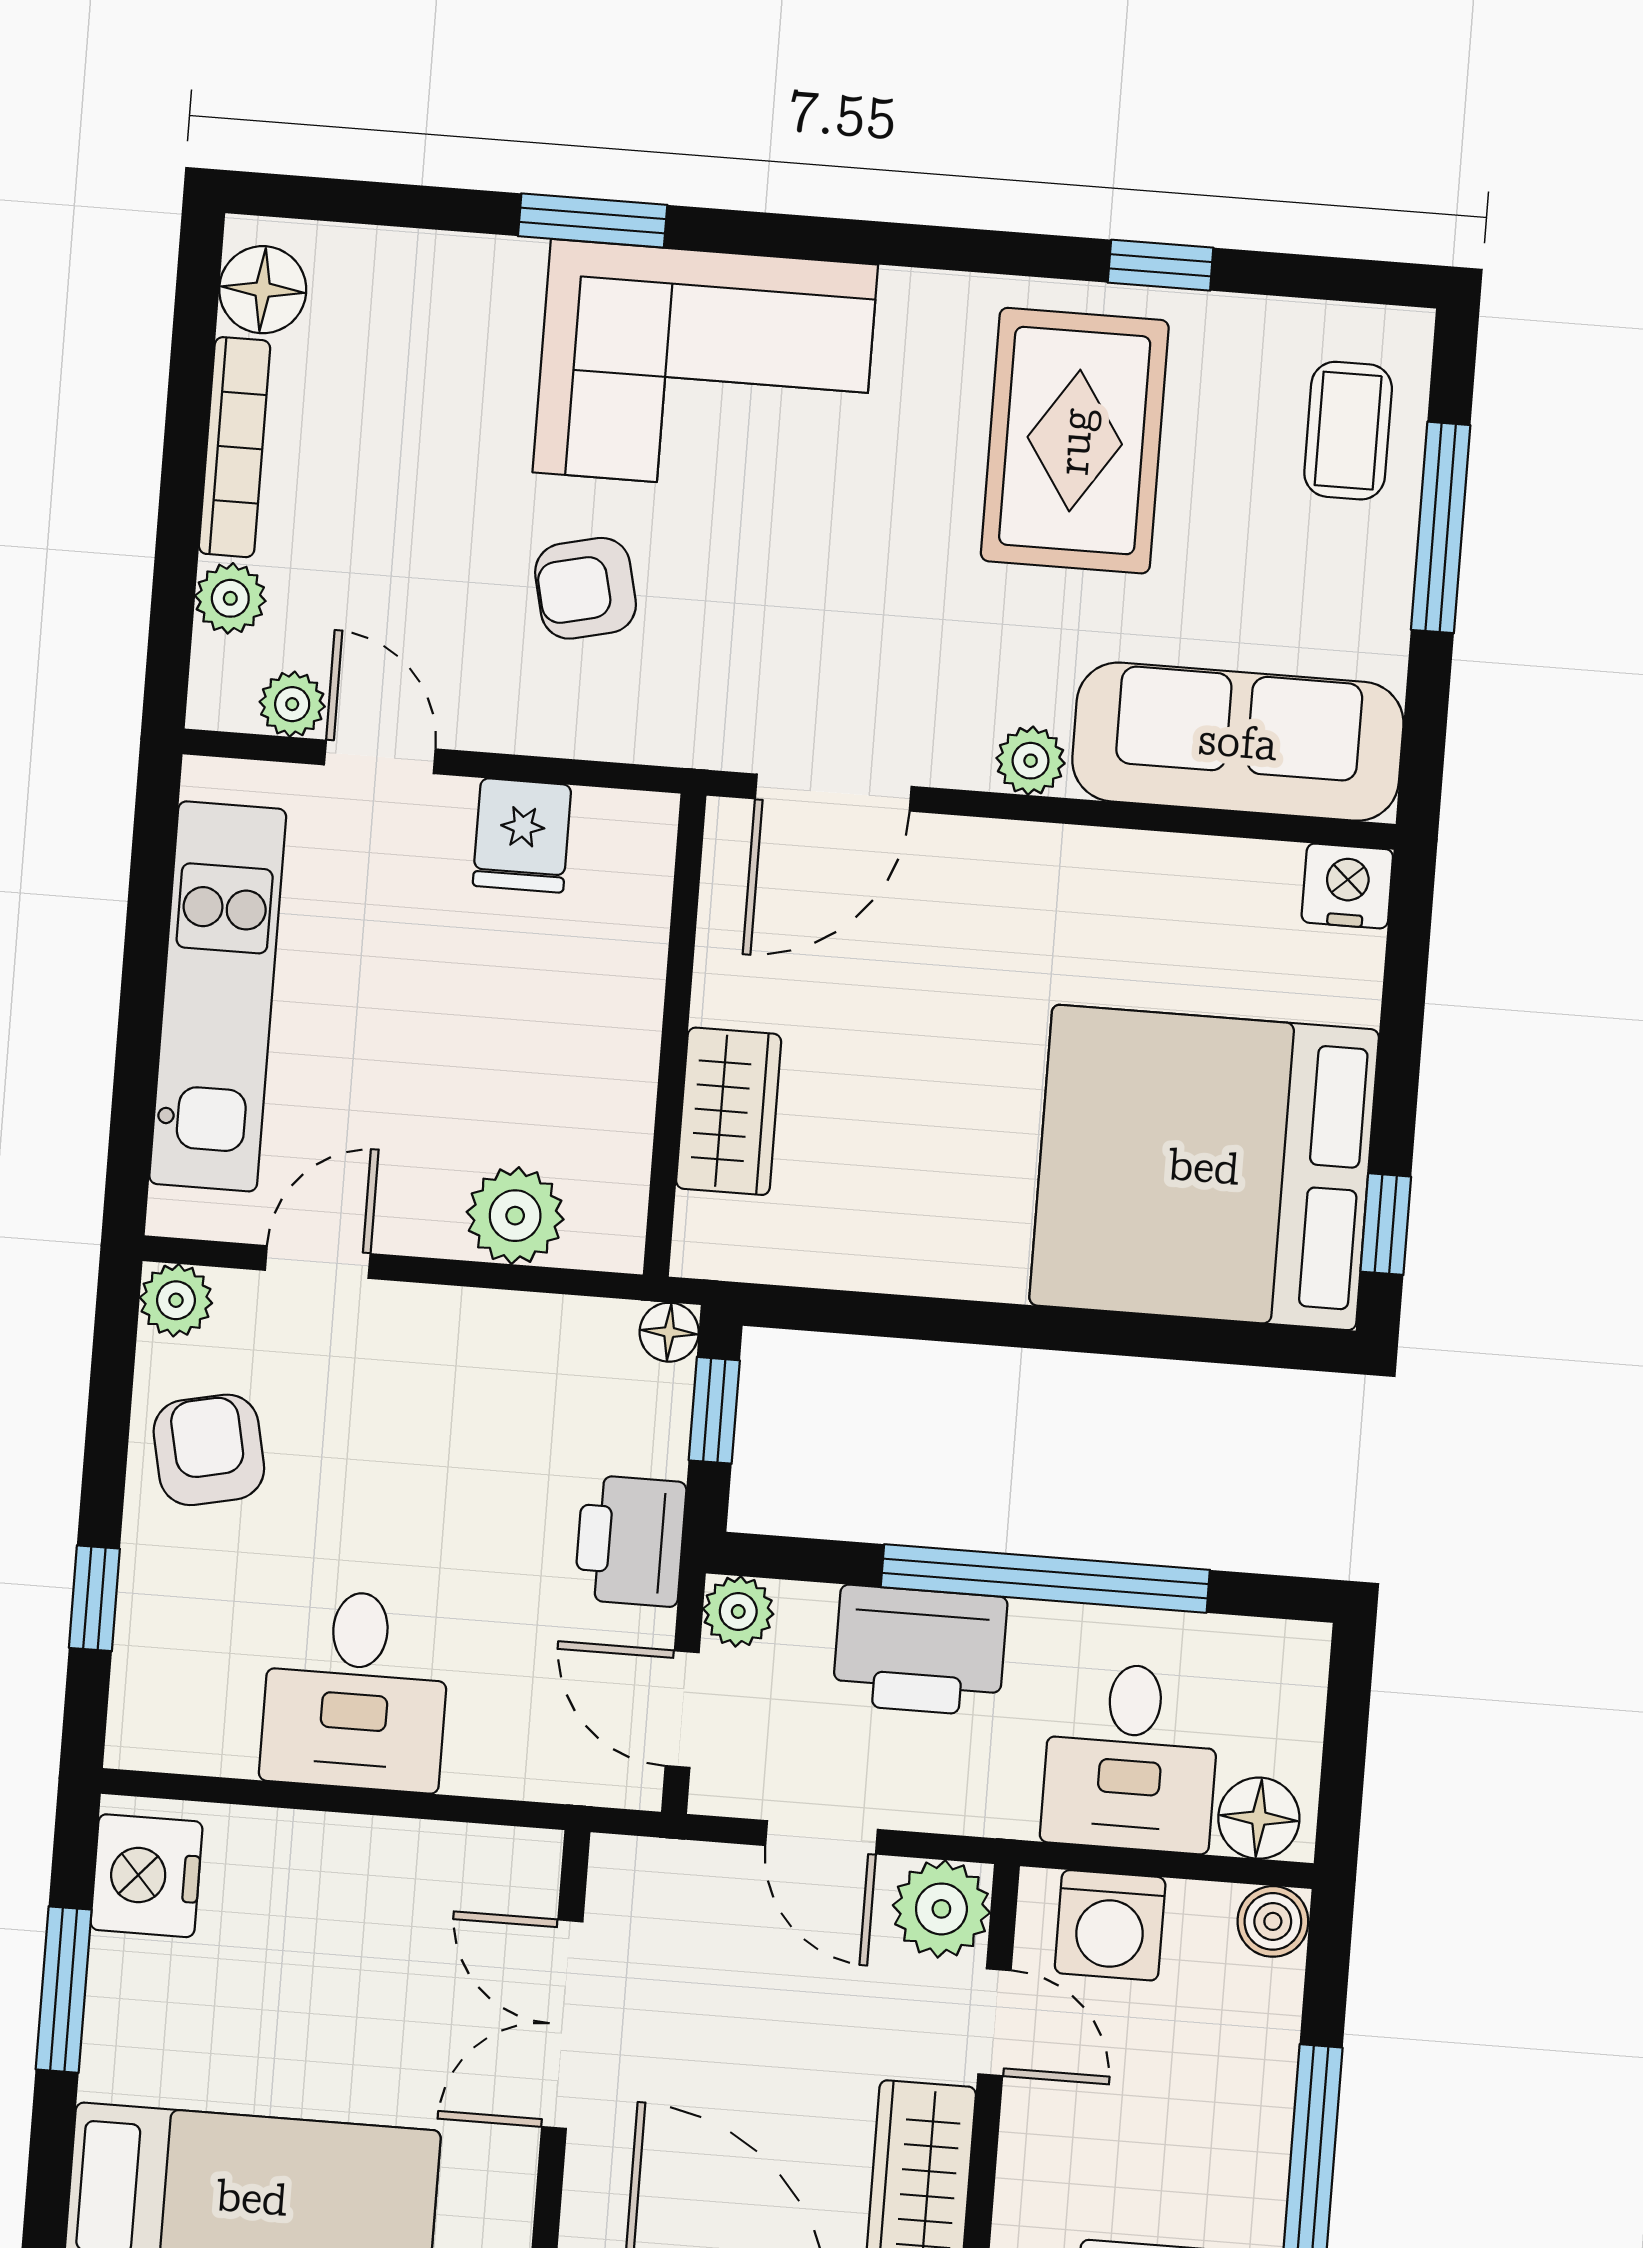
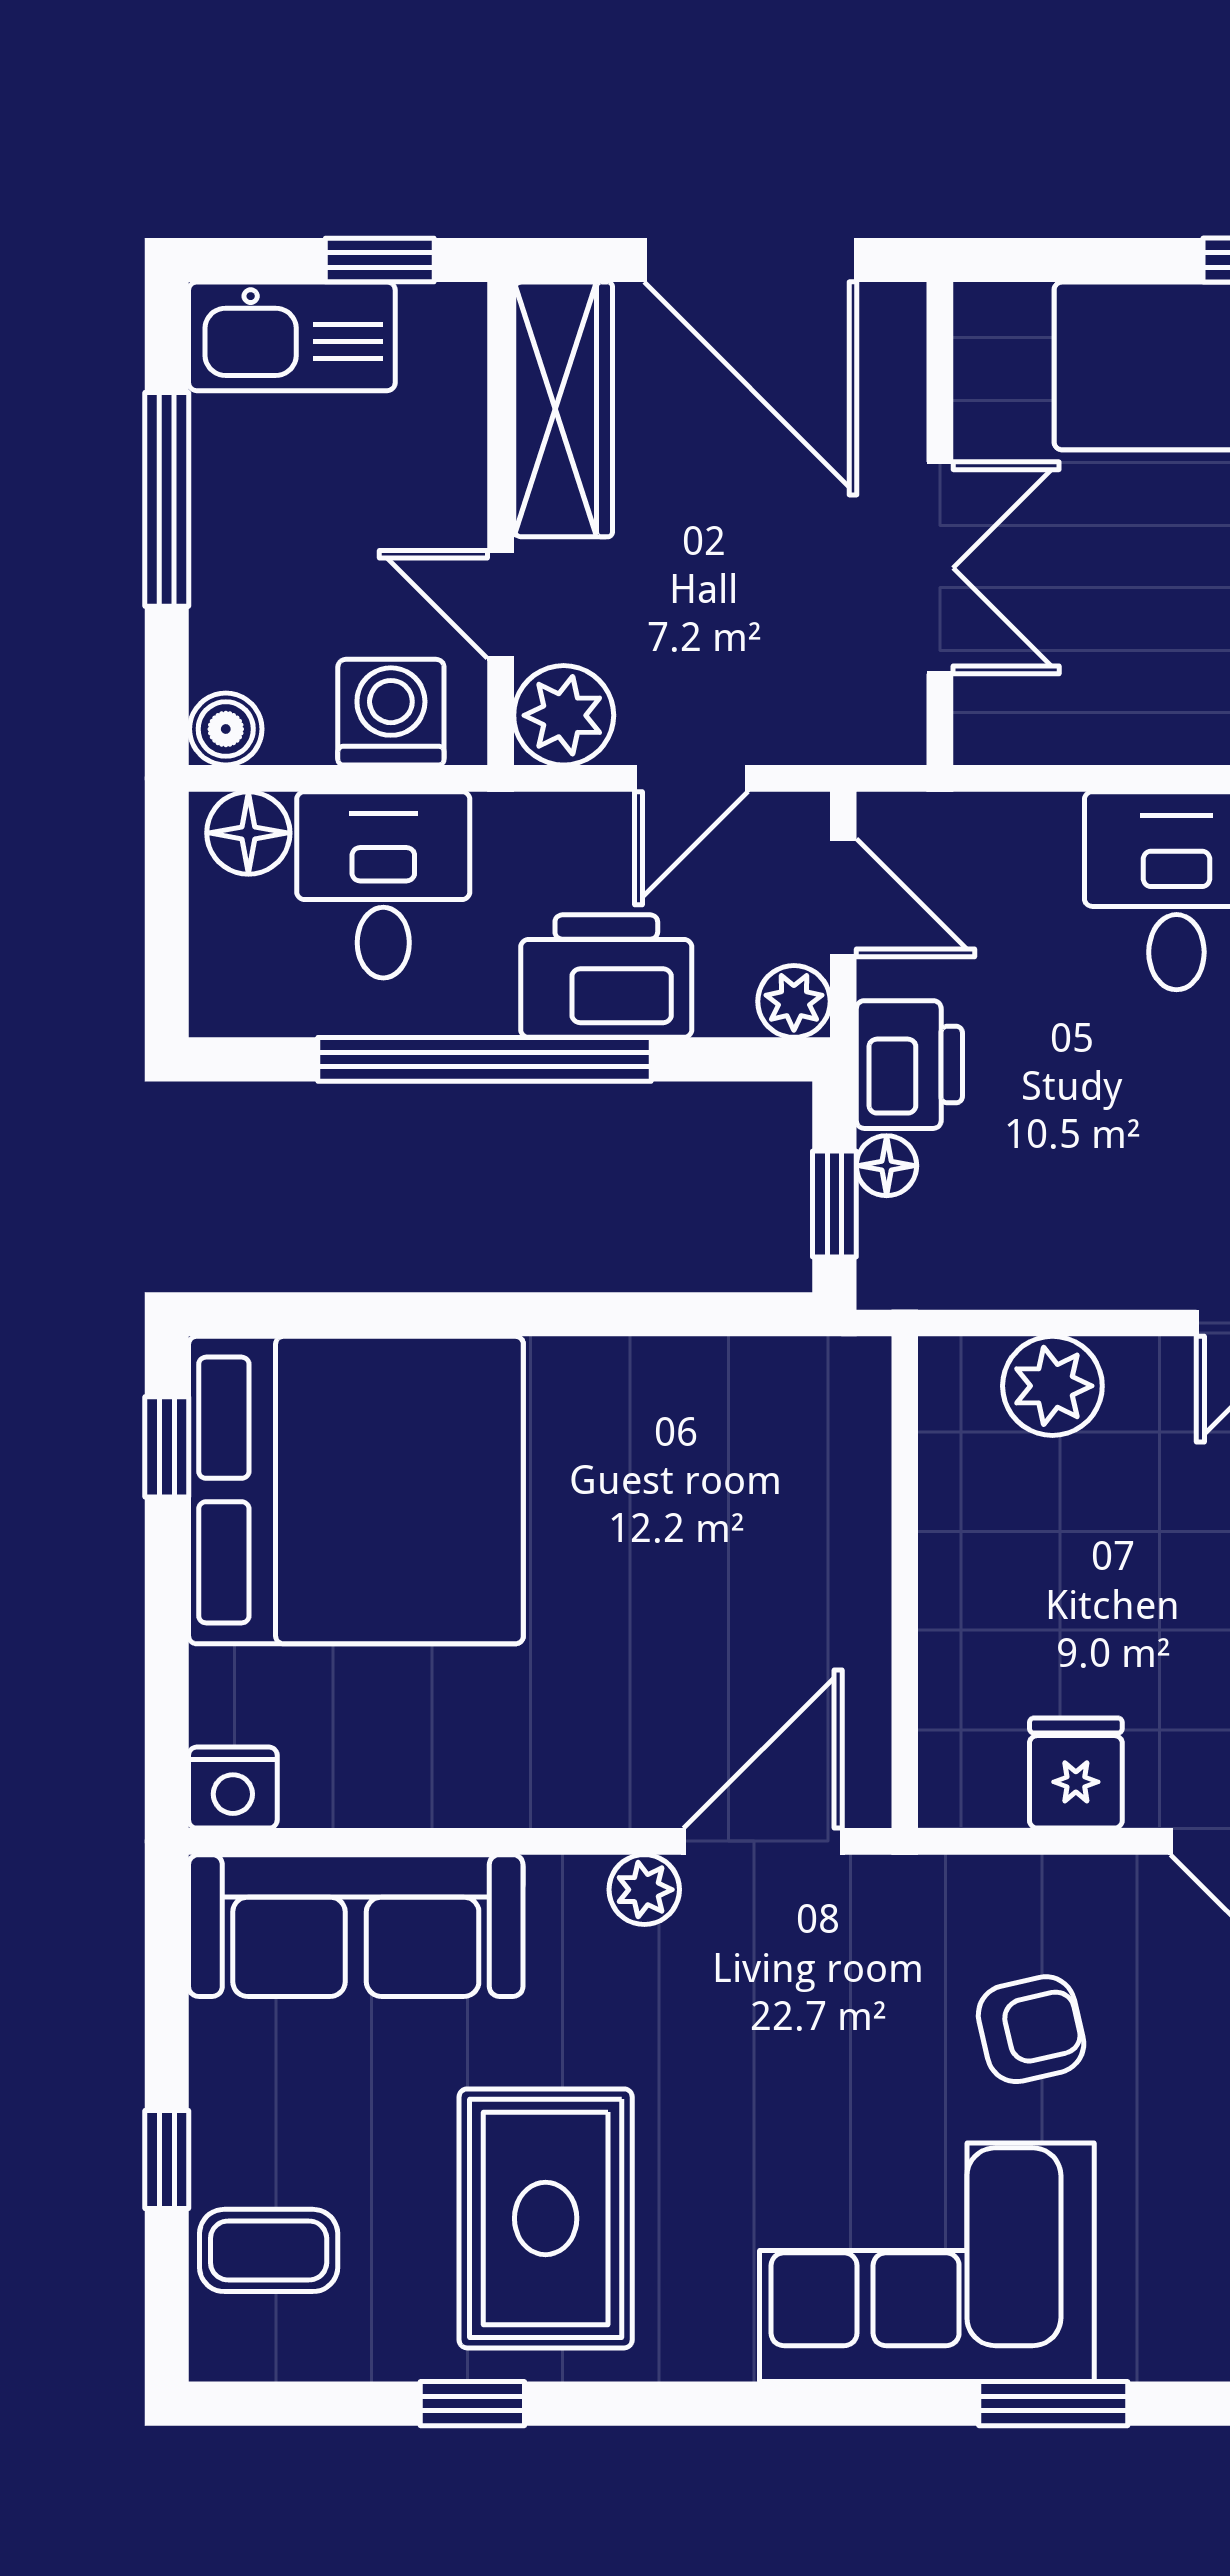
coffee table: (1348, 431) -> (269, 2250), turned 90
window: (1441, 527) -> (167, 2159), width x0.46
plant: (1031, 761) -> (644, 1890), moved
wardrobe: (729, 1111) -> (844, 1509), removed
floor lamp: (669, 1332) -> (887, 1166), moved
door: (822, 1837) -> (691, 778), swing flipped

